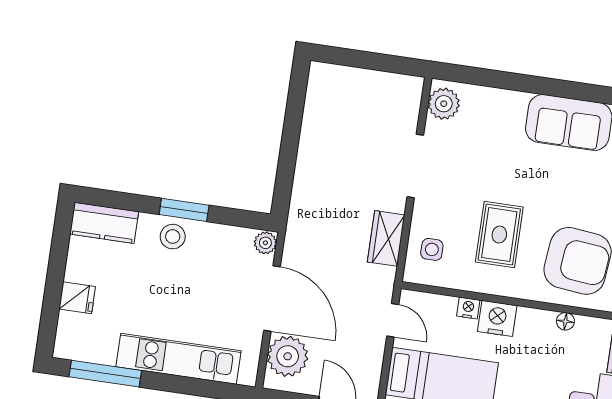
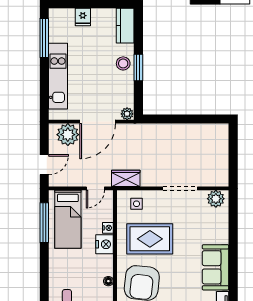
rug: (499, 235) -> (150, 239), width x1.36, depth x1.43
wardrobe: (386, 238) -> (126, 178), moved

